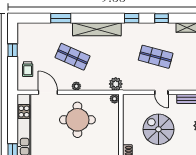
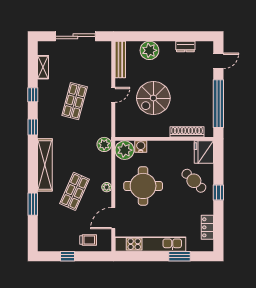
plant: (115, 99) -> (125, 150), width x1.87, depth x1.87
water cooler: (114, 118) -> (141, 147), added

